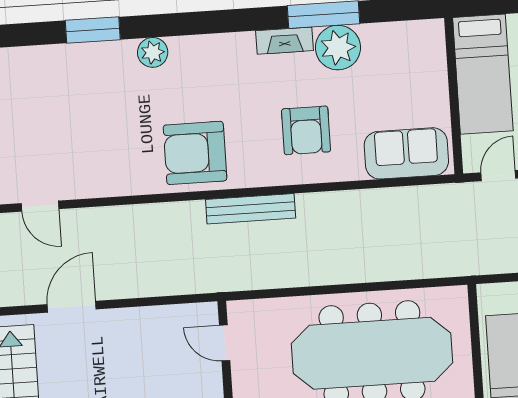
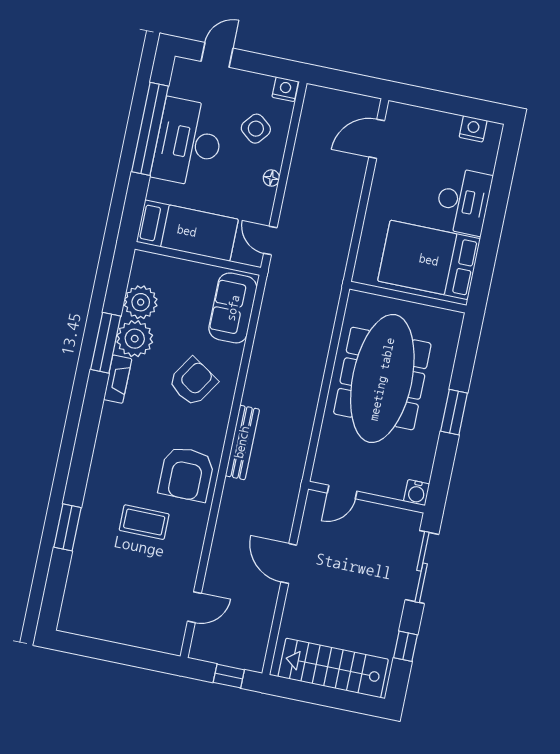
plant: (153, 52) -> (141, 302), moved, width x1.36, depth x1.36
coffee table: (124, 119) -> (144, 522), added
armchair: (306, 130) -> (193, 382), turned -57
door: (72, 307) -> (289, 563), moved

